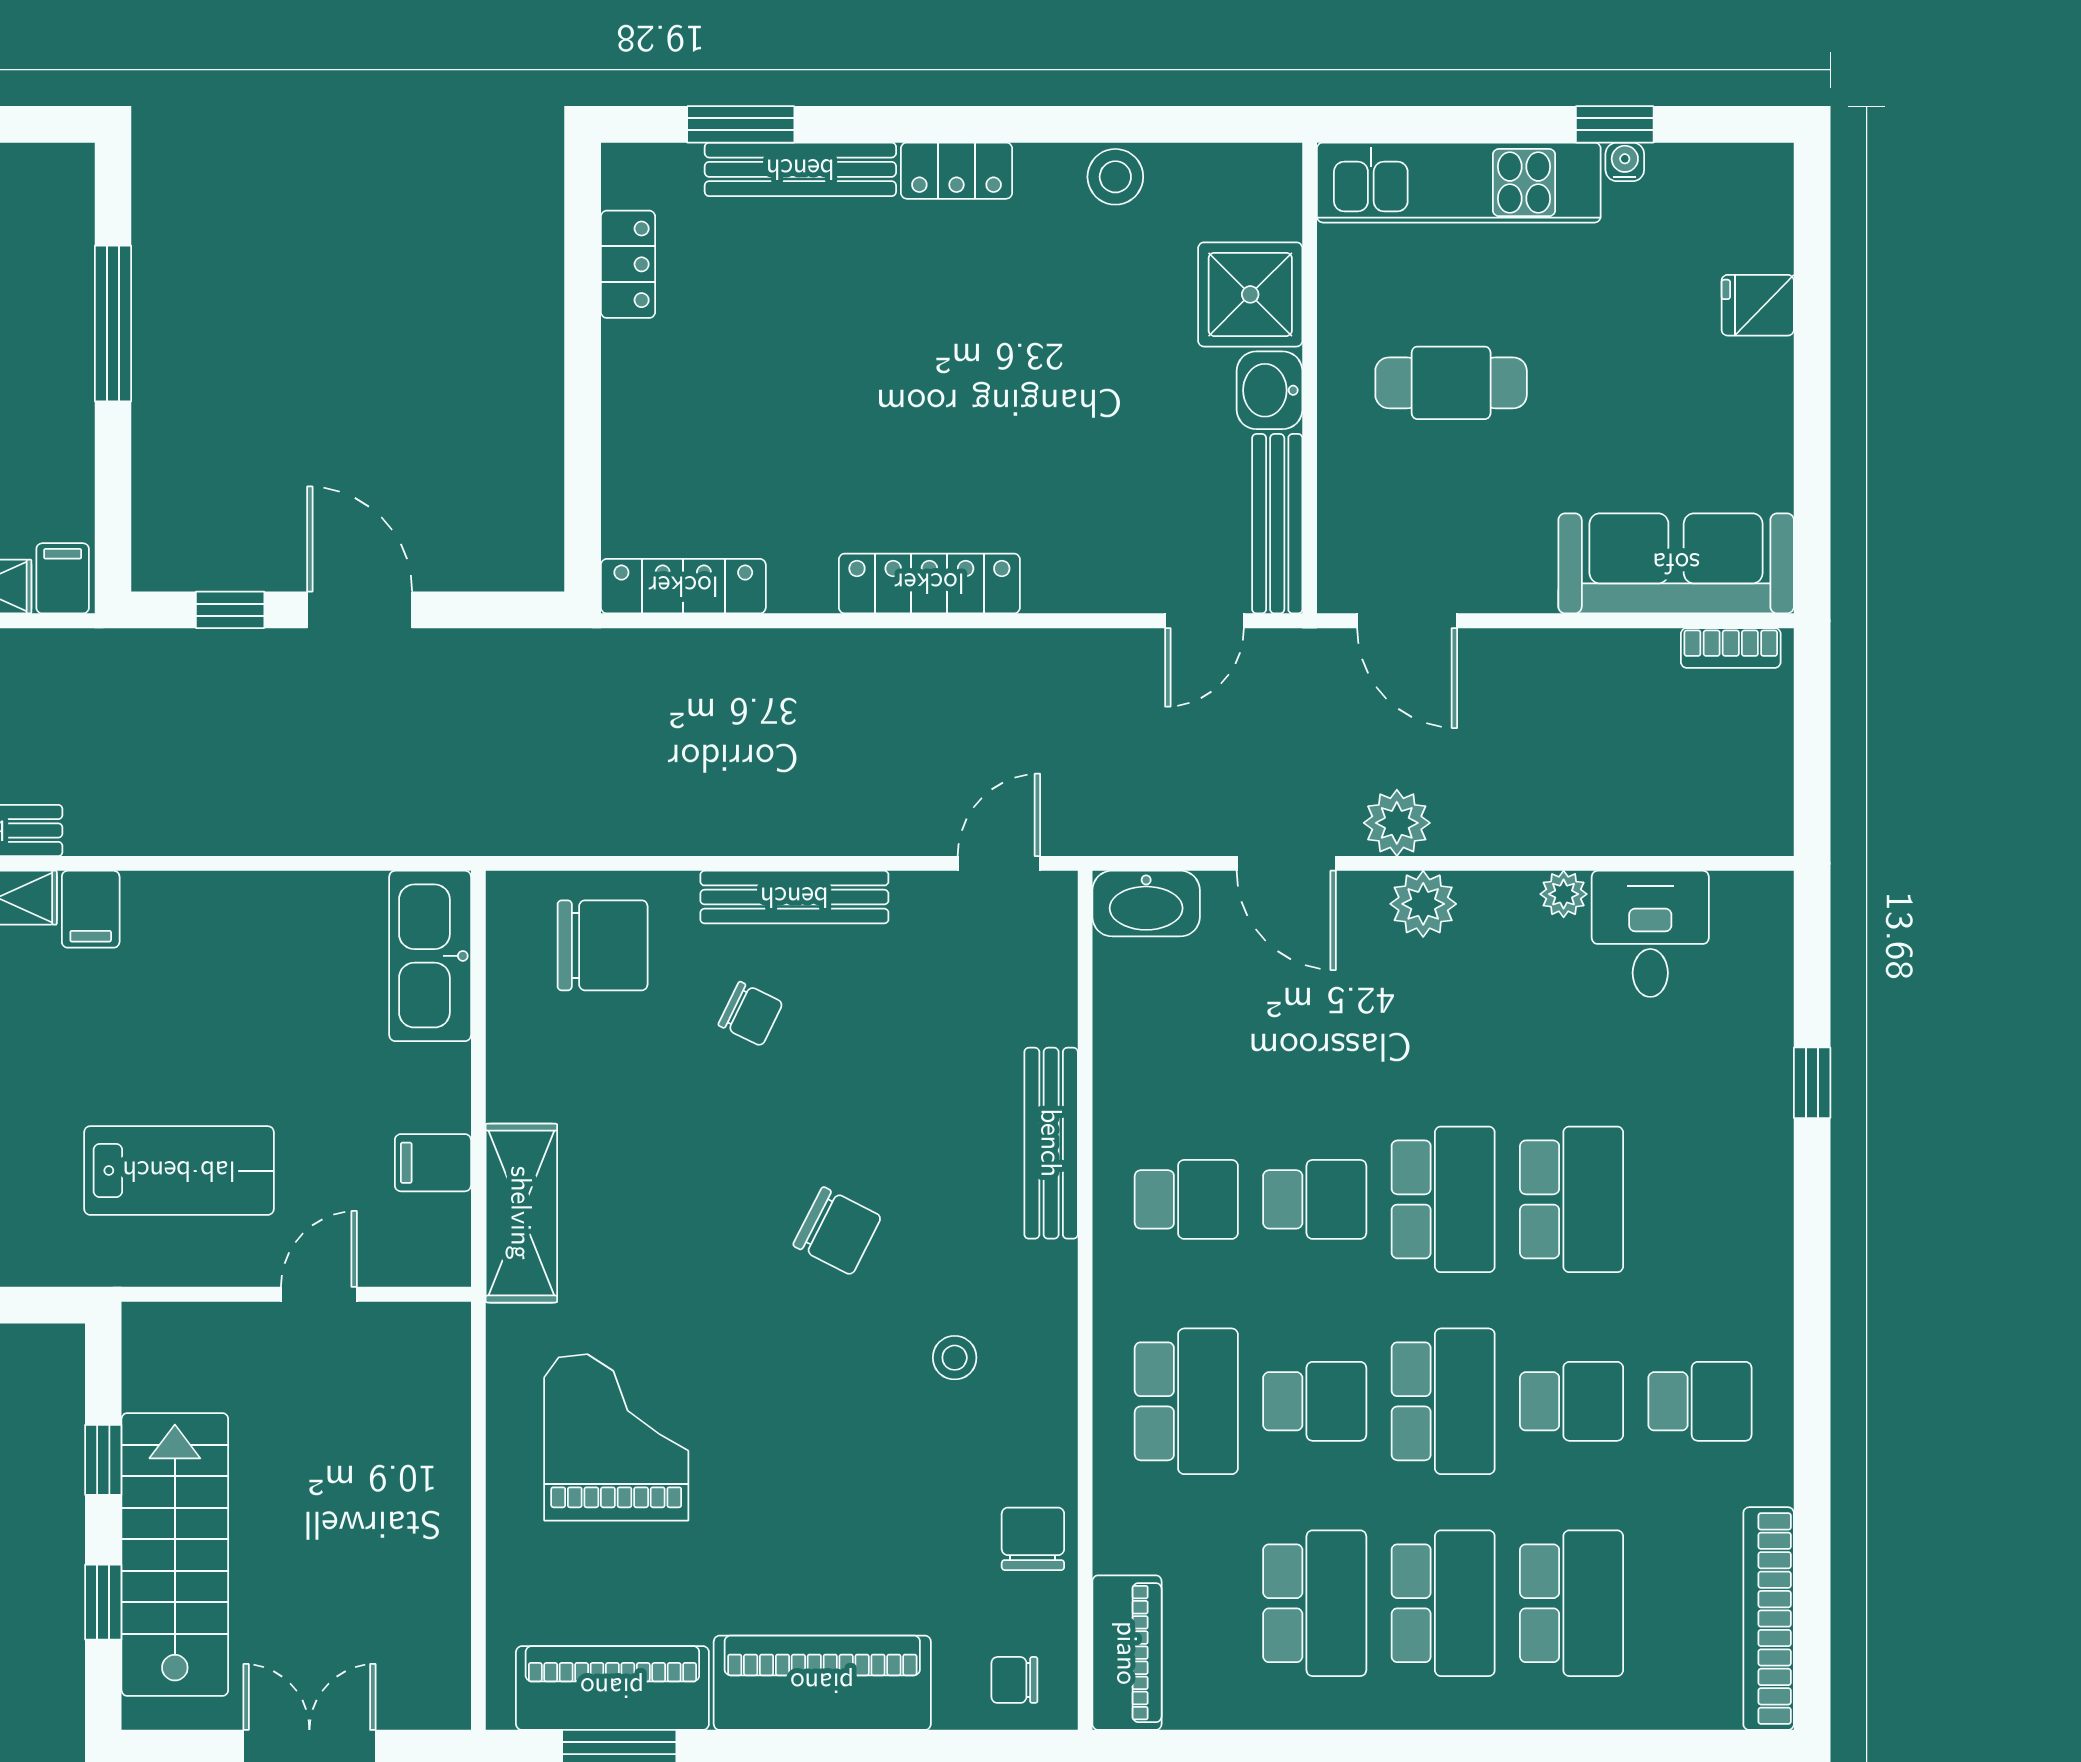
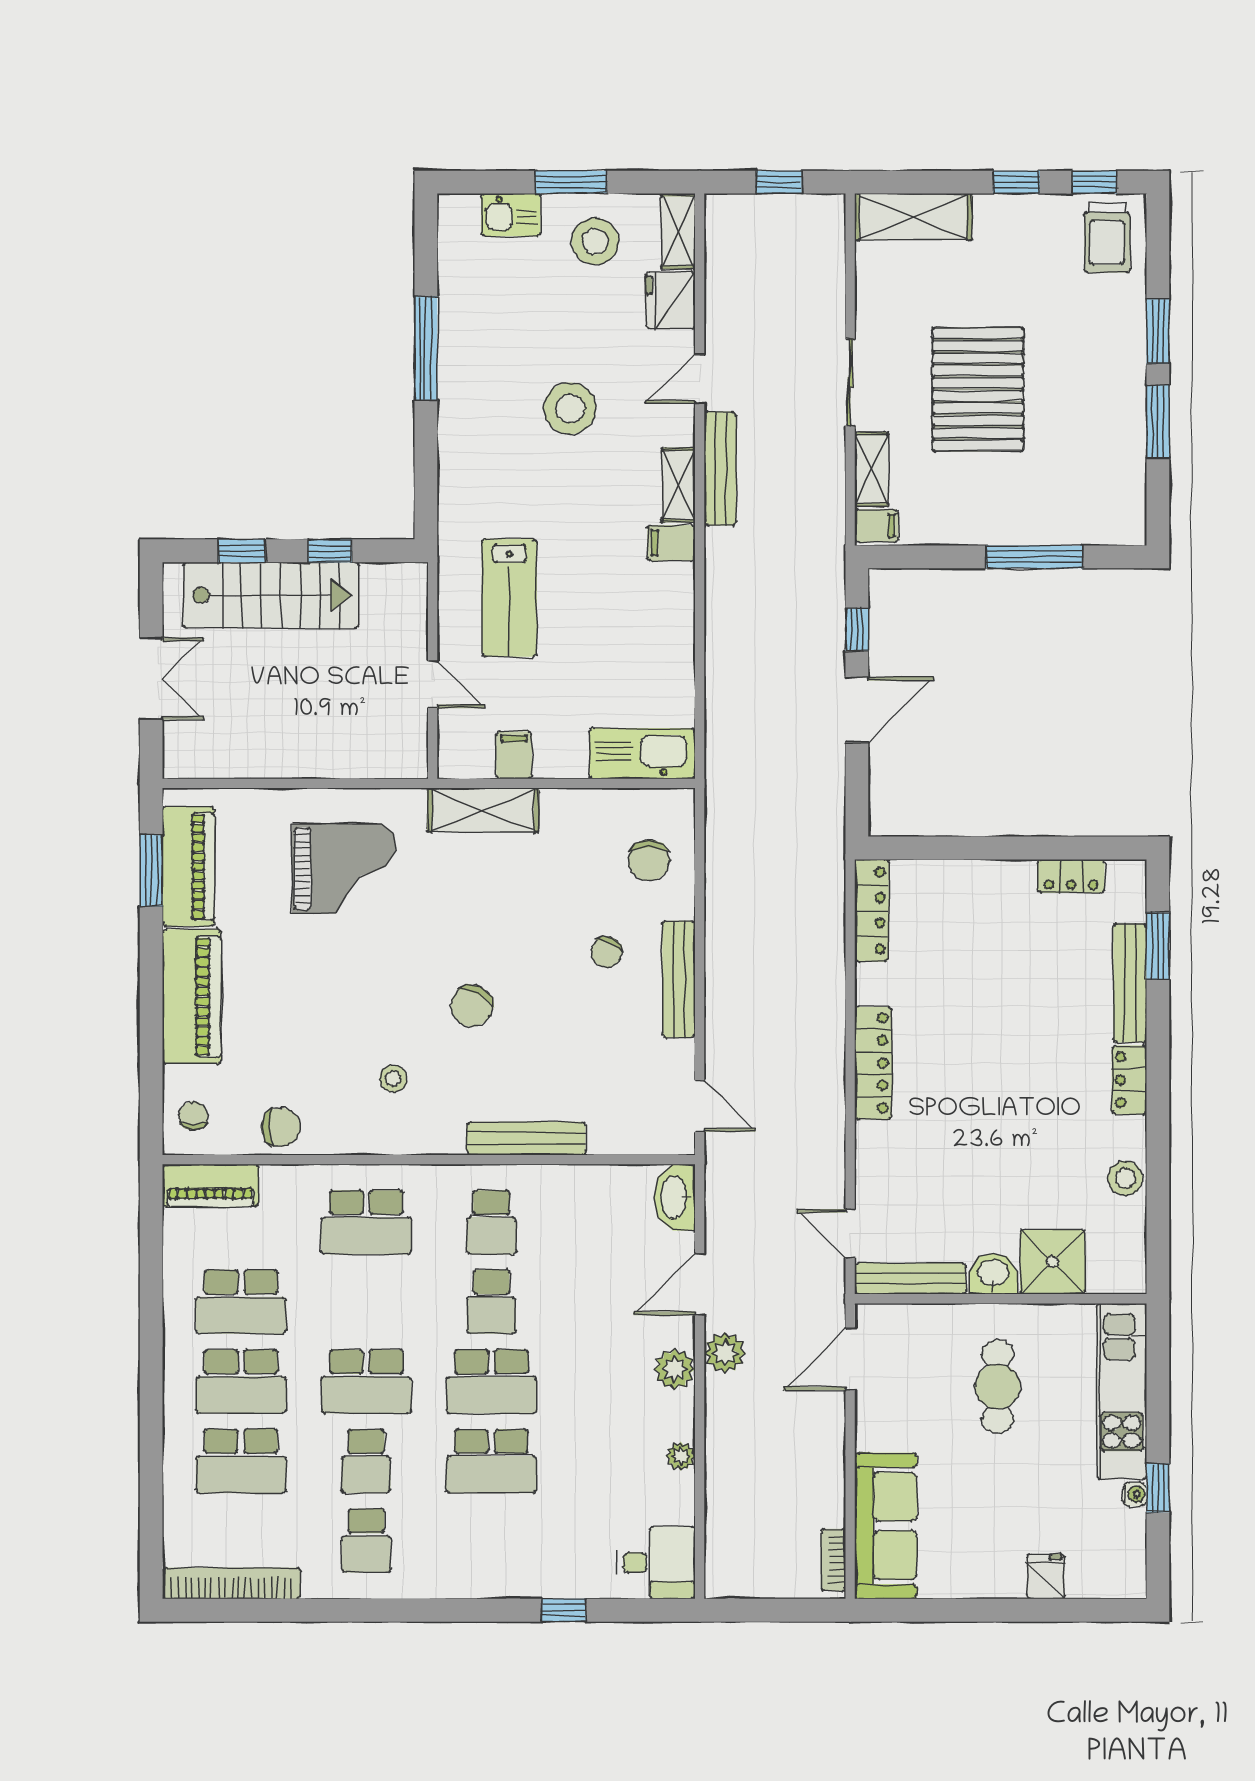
desk: (1650, 934) -> (656, 1563), moved
chair: (603, 945) -> (649, 860), width x0.73, depth x0.73
school desk: (1315, 1401) -> (366, 1302), removed

